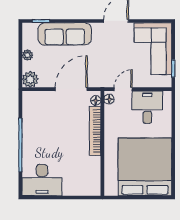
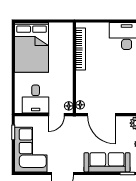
door: (71, 89) -> (101, 115), hinge flipped
bookcase: (95, 131) -> (81, 49), moved
bed: (145, 167) -> (32, 47), width x0.73

